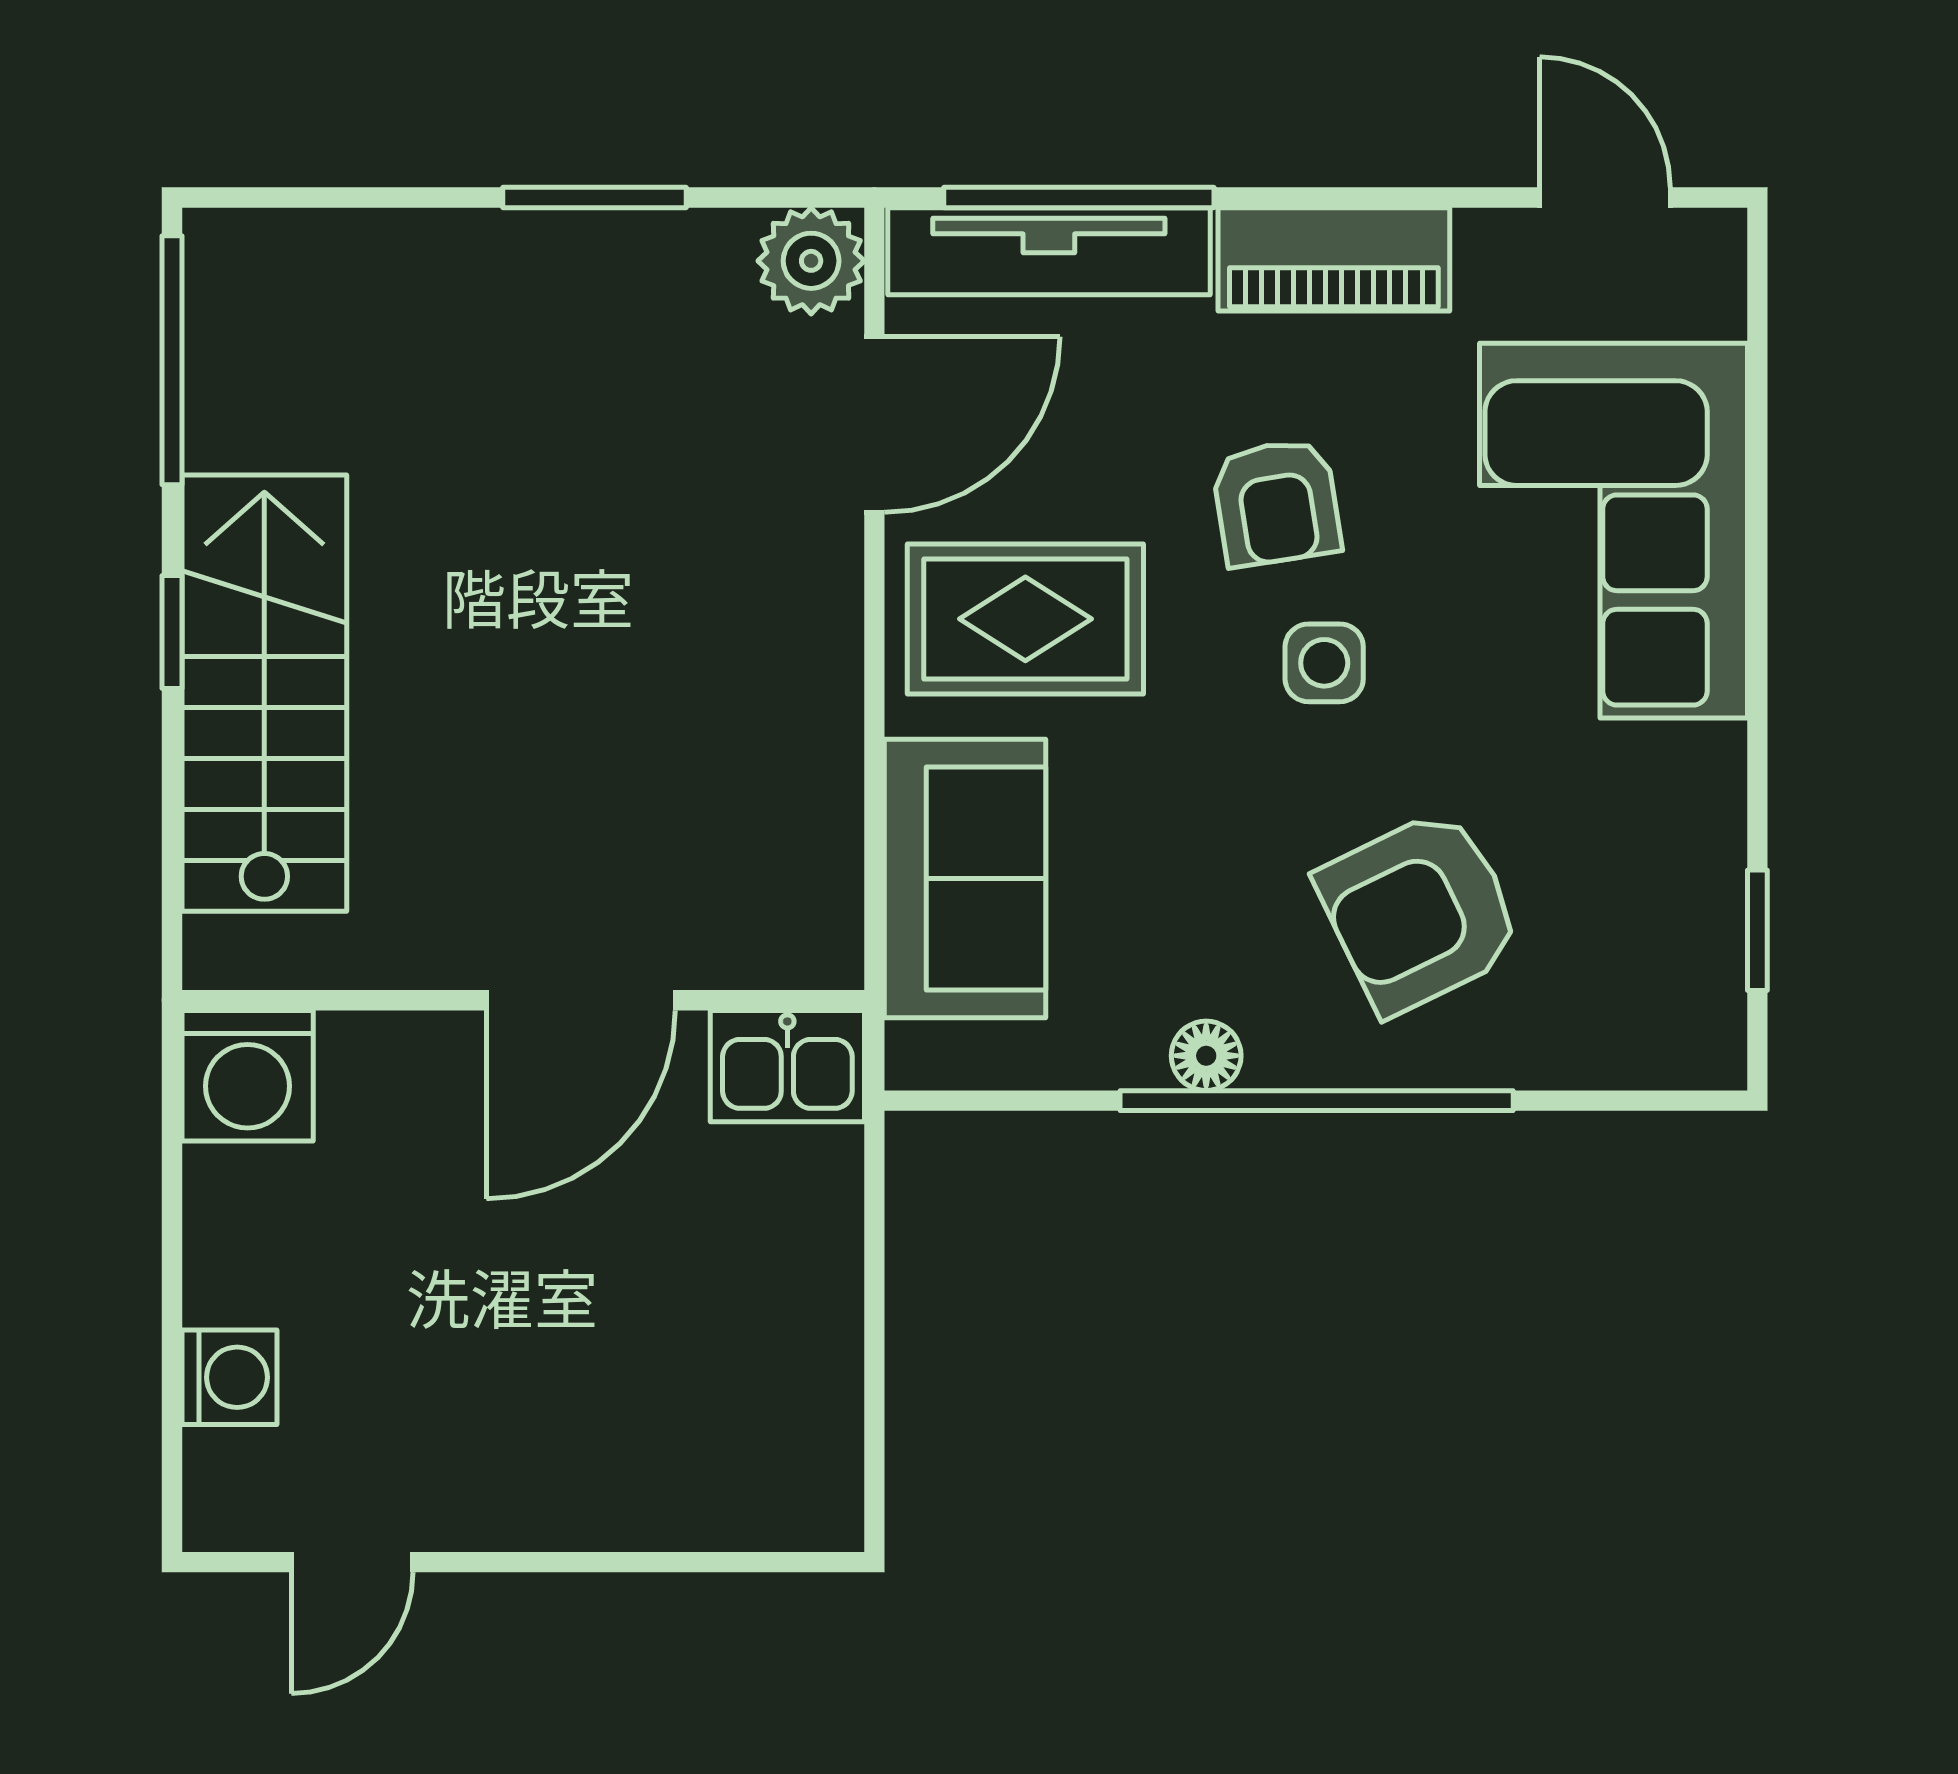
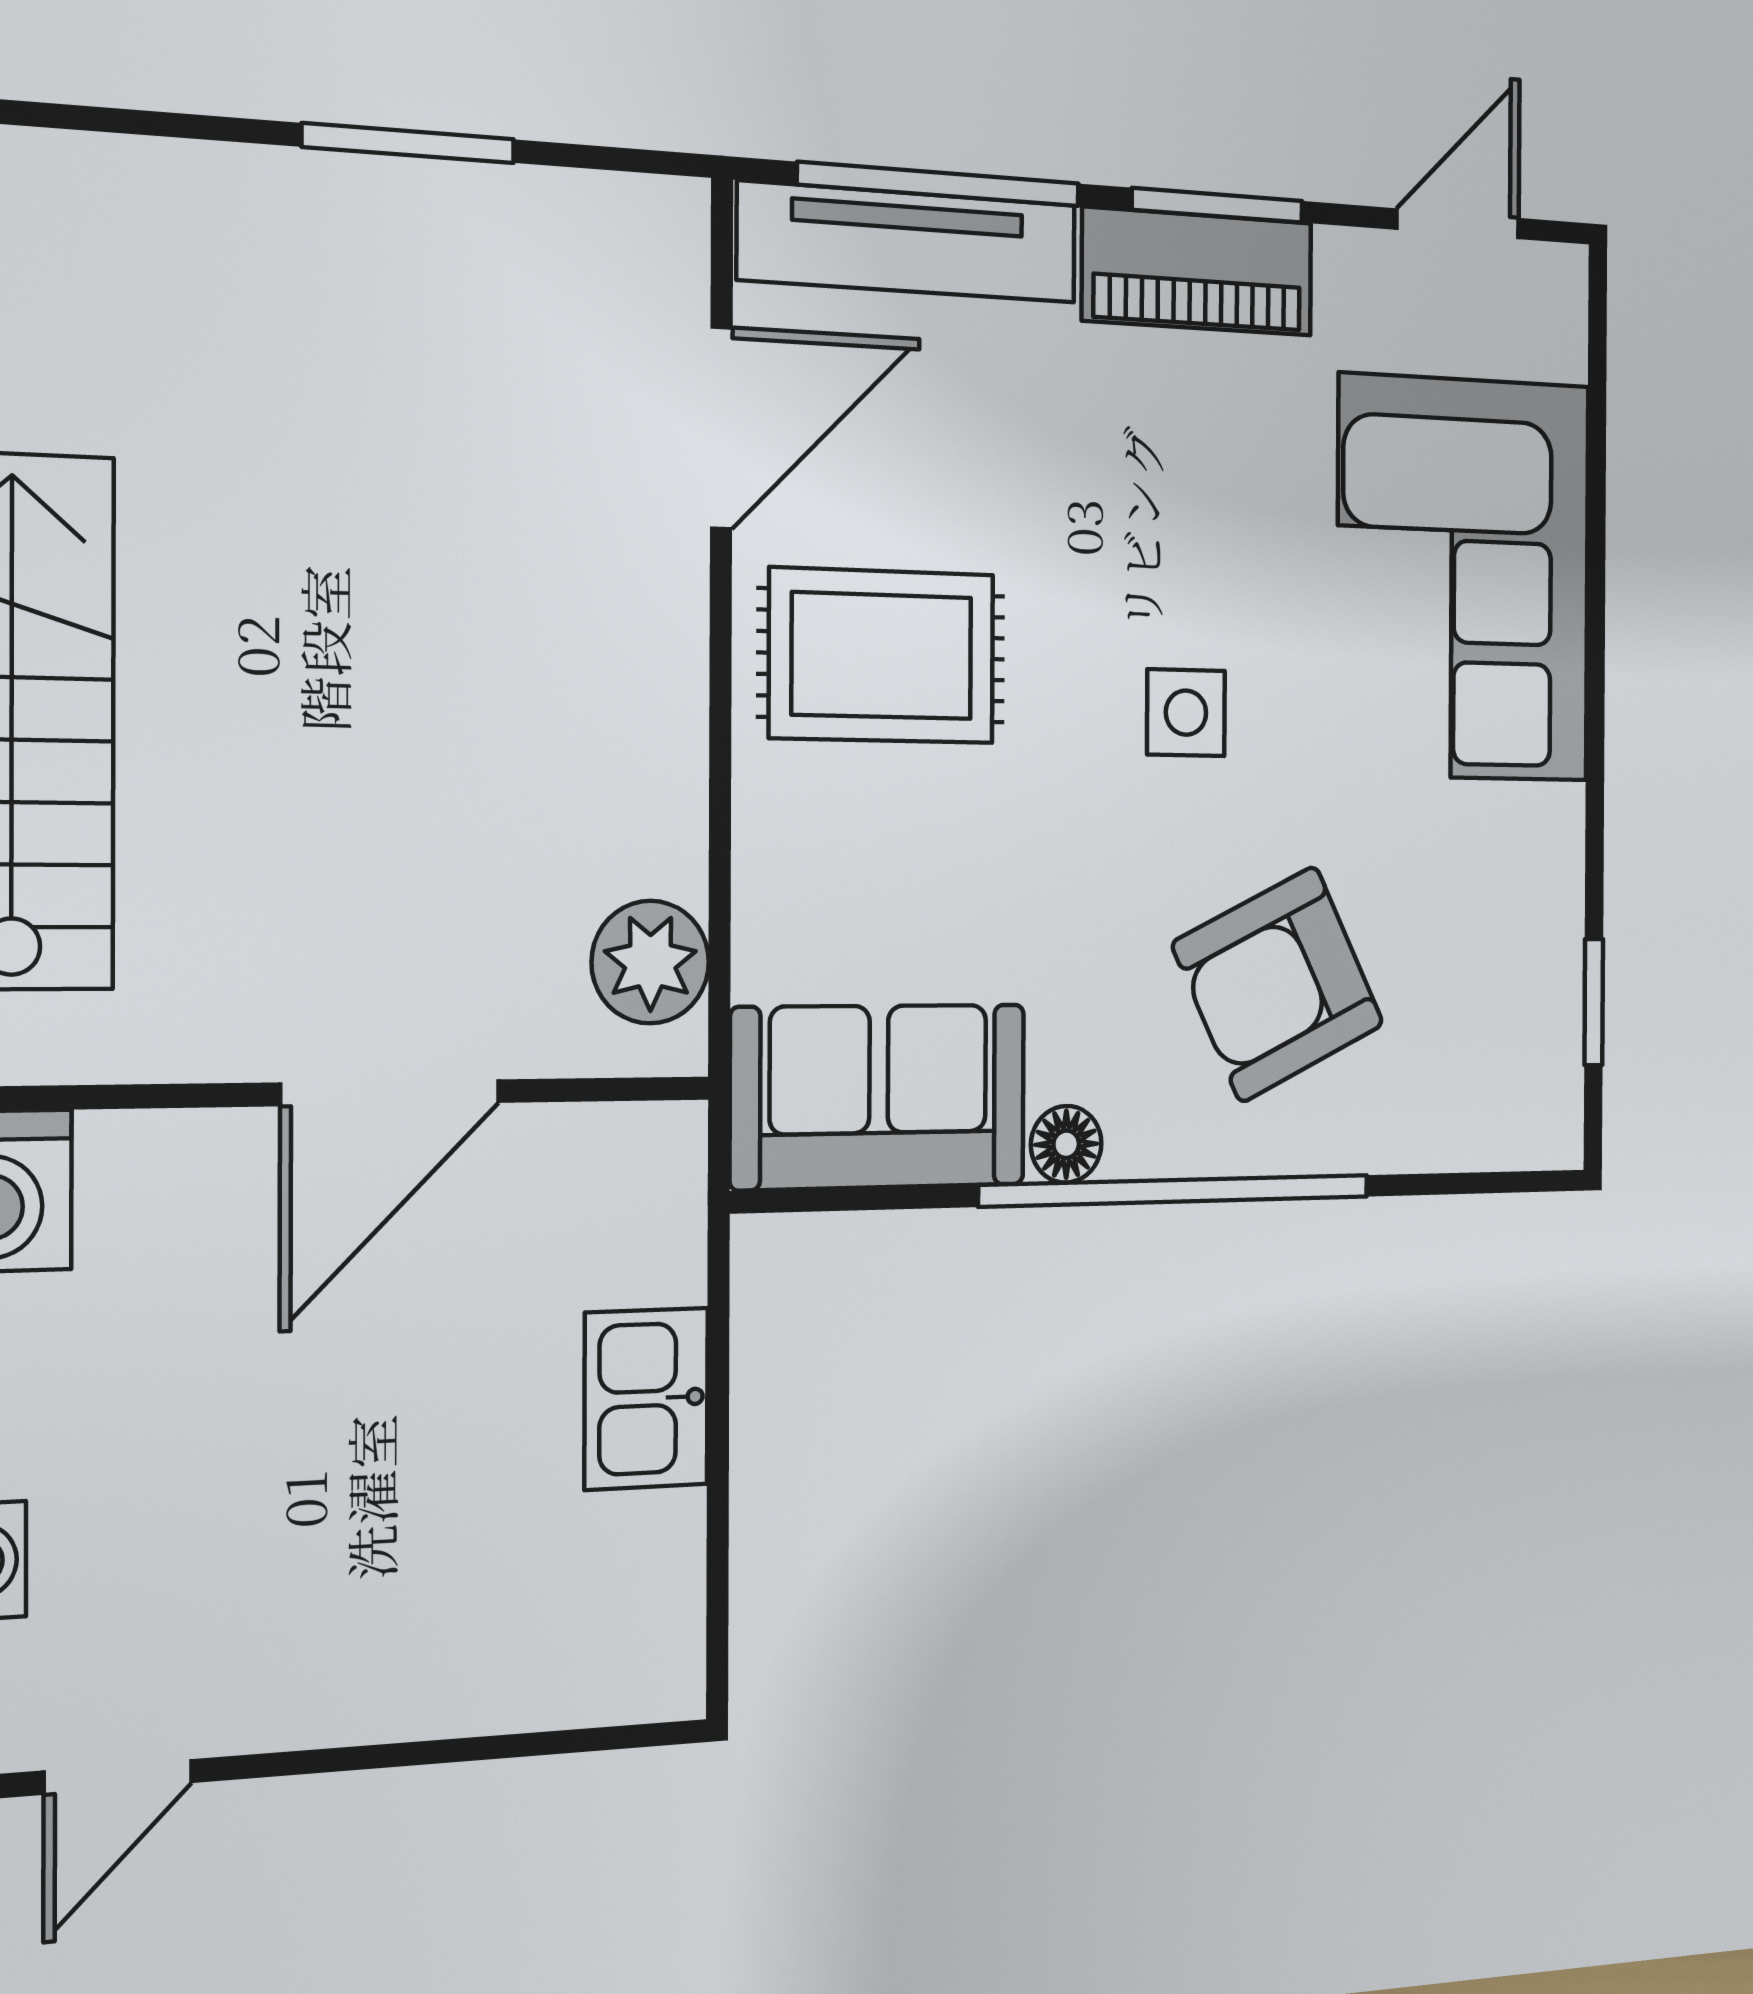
window: (1354, 198) -> (1218, 205), added
door: (1605, 198) -> (1458, 224), hinge flipped
plant: (811, 261) -> (650, 962), moved
armchair: (1276, 503) -> (1139, 535), removed
sofa: (965, 878) -> (879, 1097), moved, turned -90
kitchen sink: (787, 1066) -> (646, 1399), moved, turned 90

